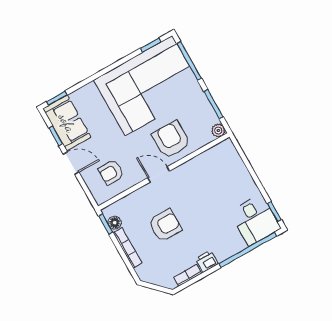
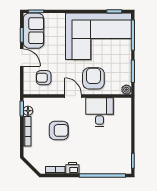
desk: (255, 220) -> (100, 112), moved, turned 180

